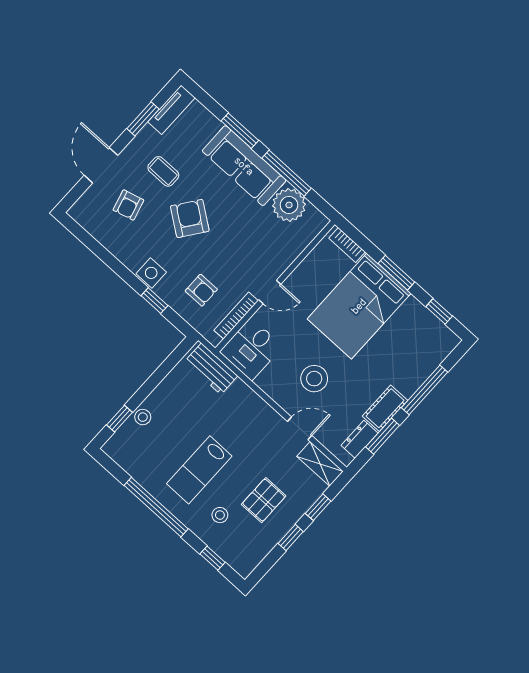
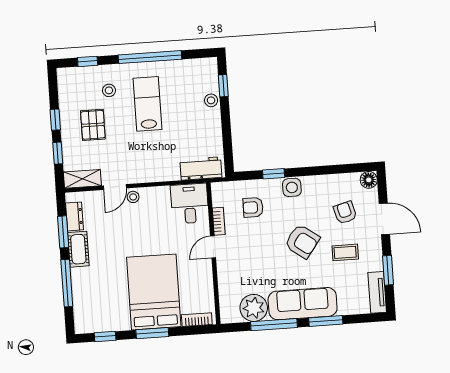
floor lamp: (80, 212) -> (369, 180), added
bookcase: (236, 316) -> (219, 221), width x0.64
stool: (314, 379) -> (133, 197), moved, width x0.53, depth x0.53

